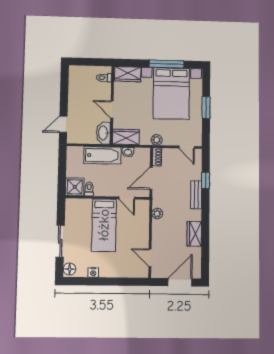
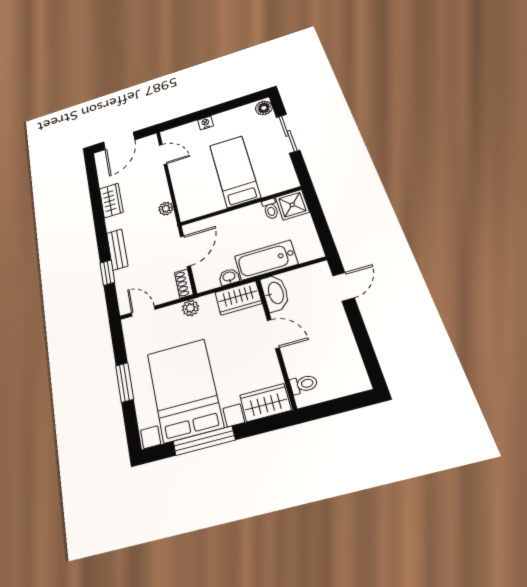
door: (127, 198) -> (213, 214), removed
nightstand: (93, 272) -> (206, 123), moved

